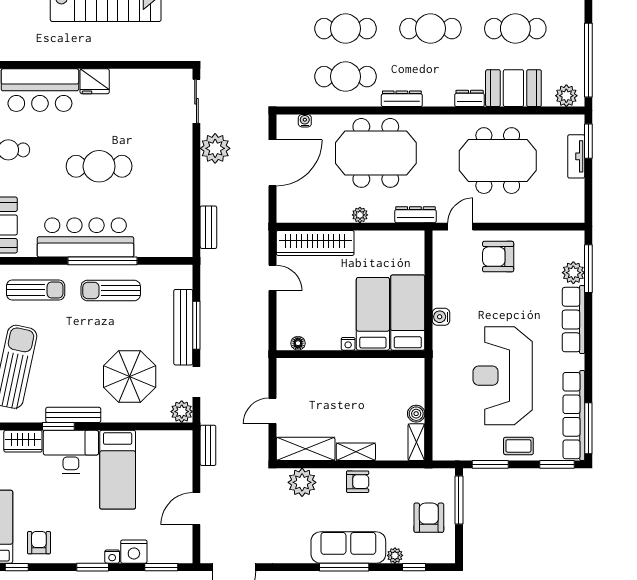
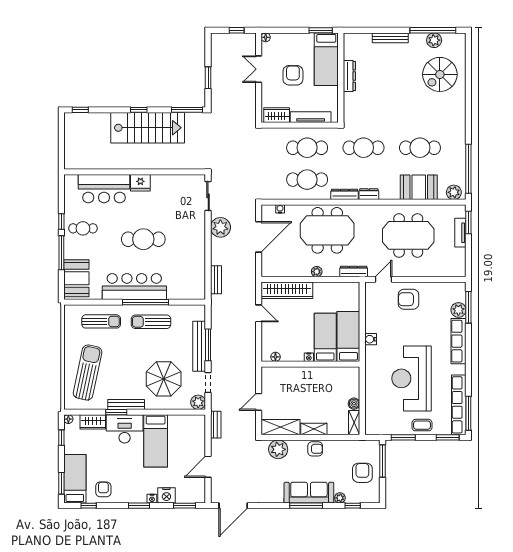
dresser: (470, 98) -> (369, 194), moved

